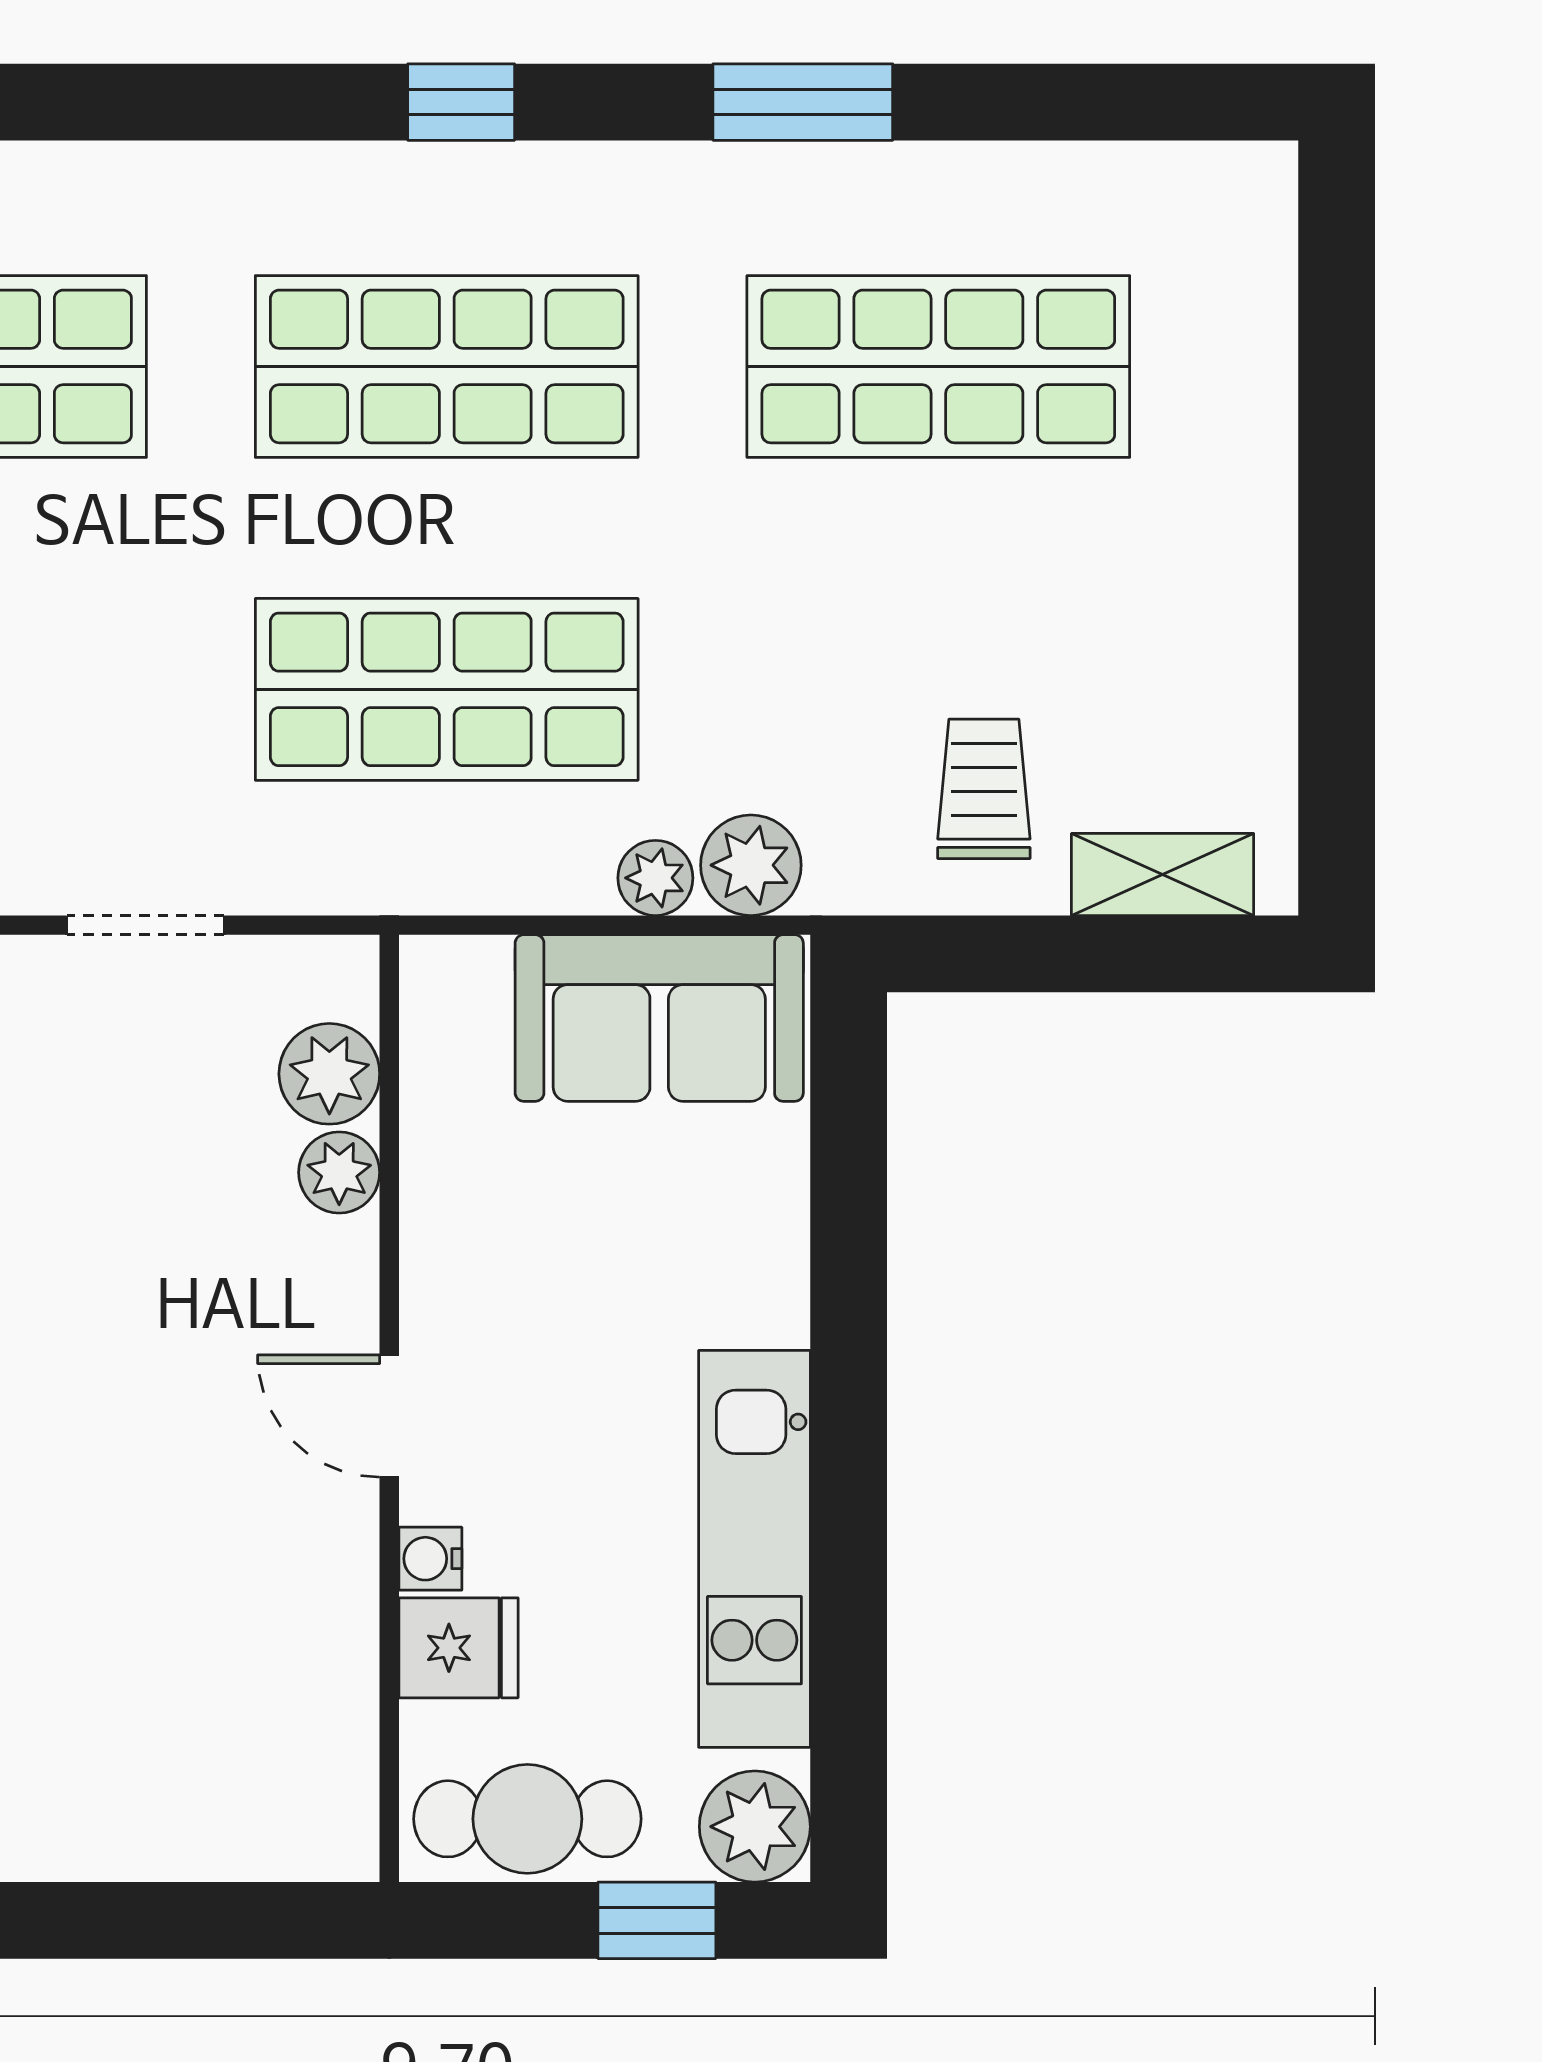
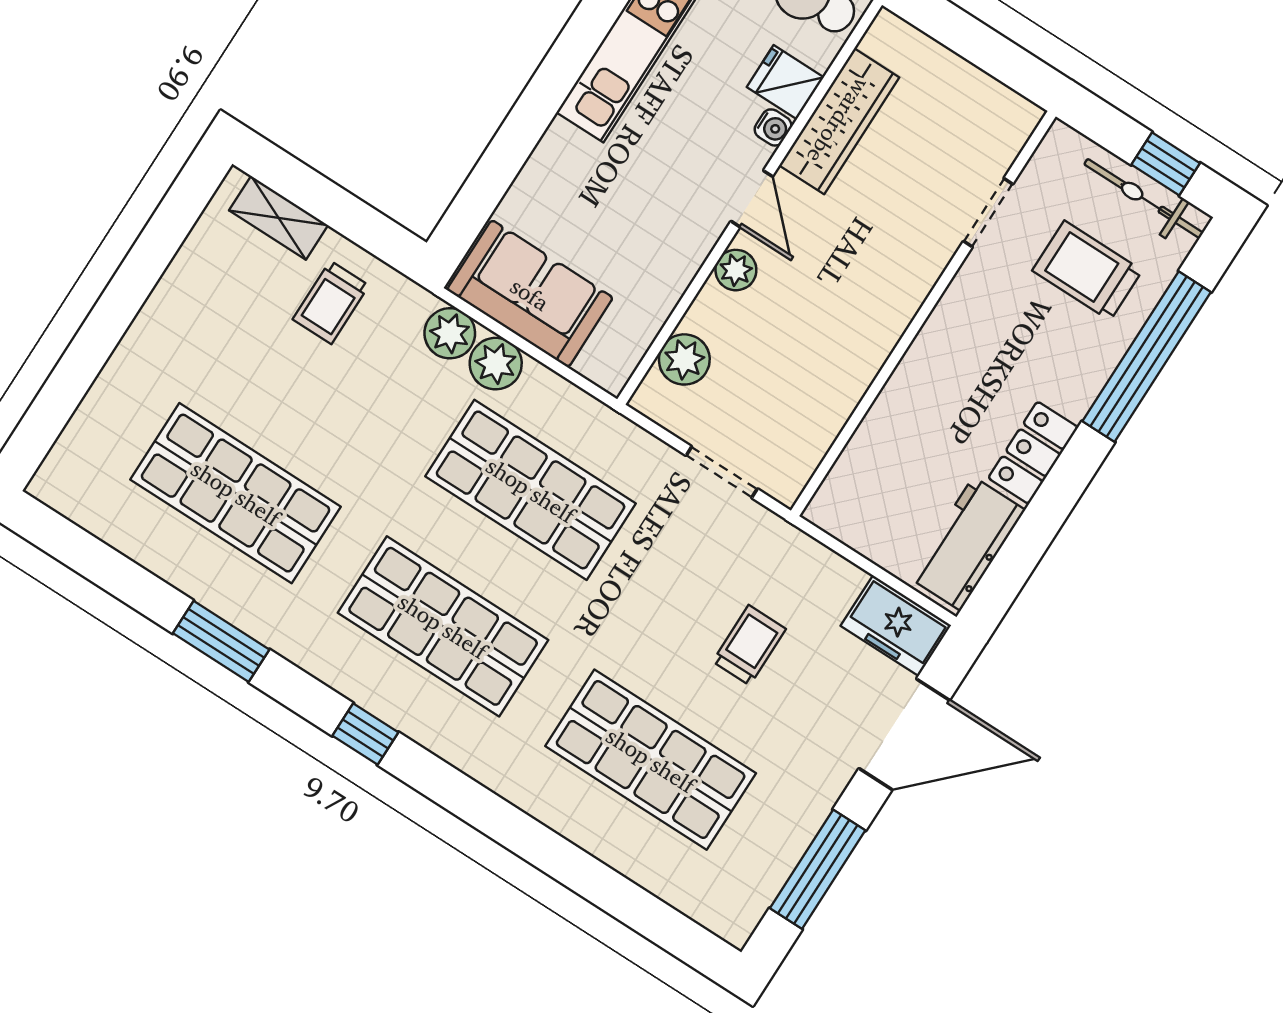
plant: (655, 878) -> (496, 364), width x1.38, depth x1.38
plant: (339, 1172) -> (736, 270), moved
wardrobe: (326, 1640) -> (839, 121), added

